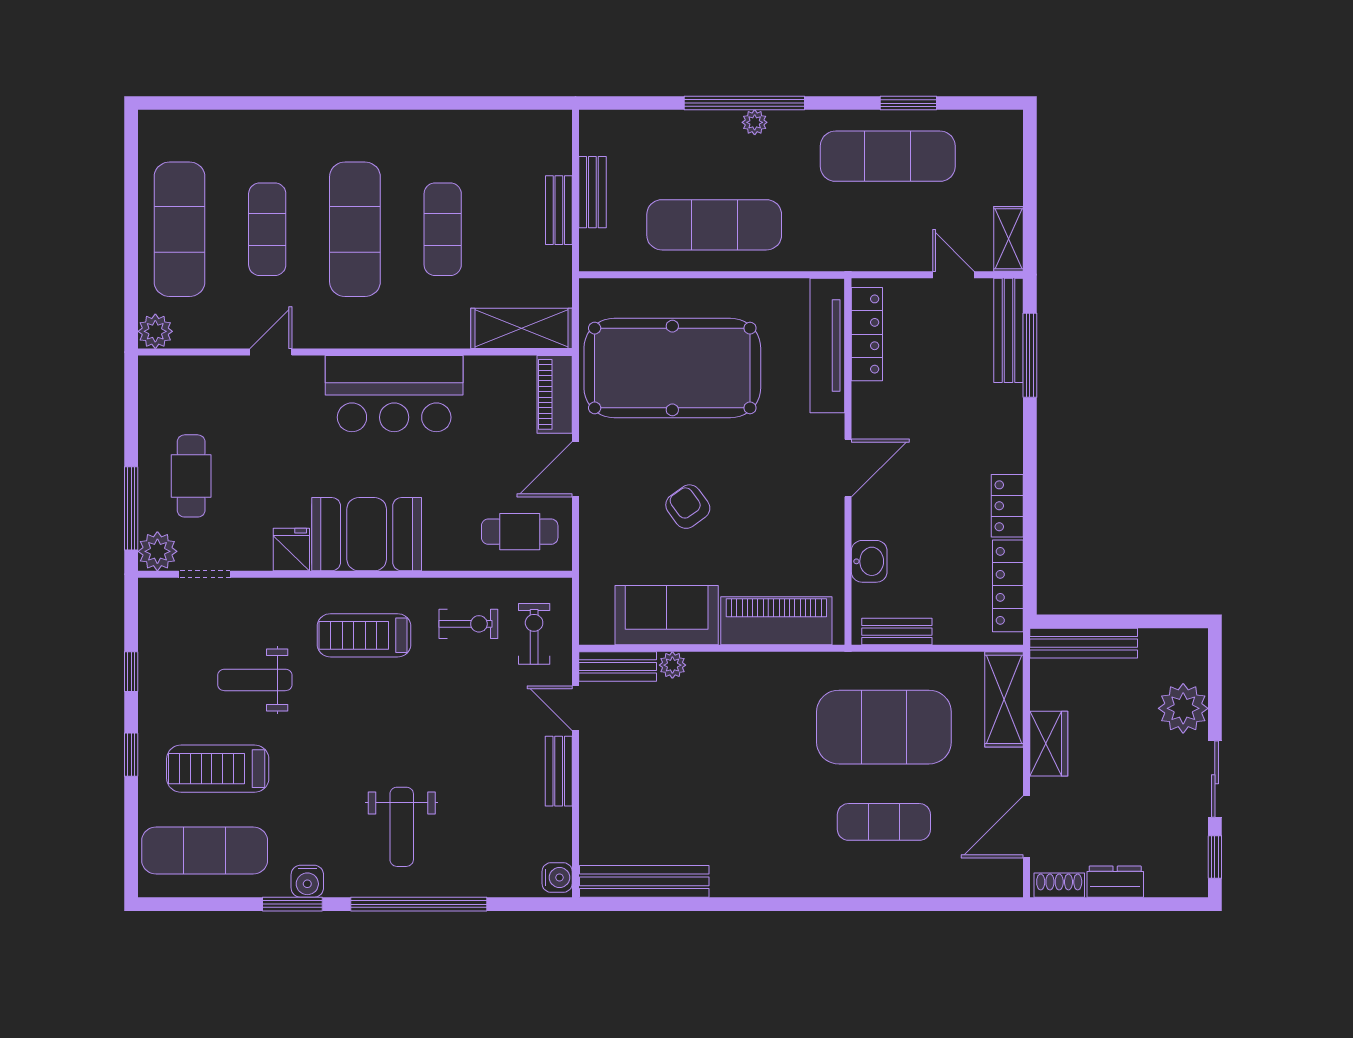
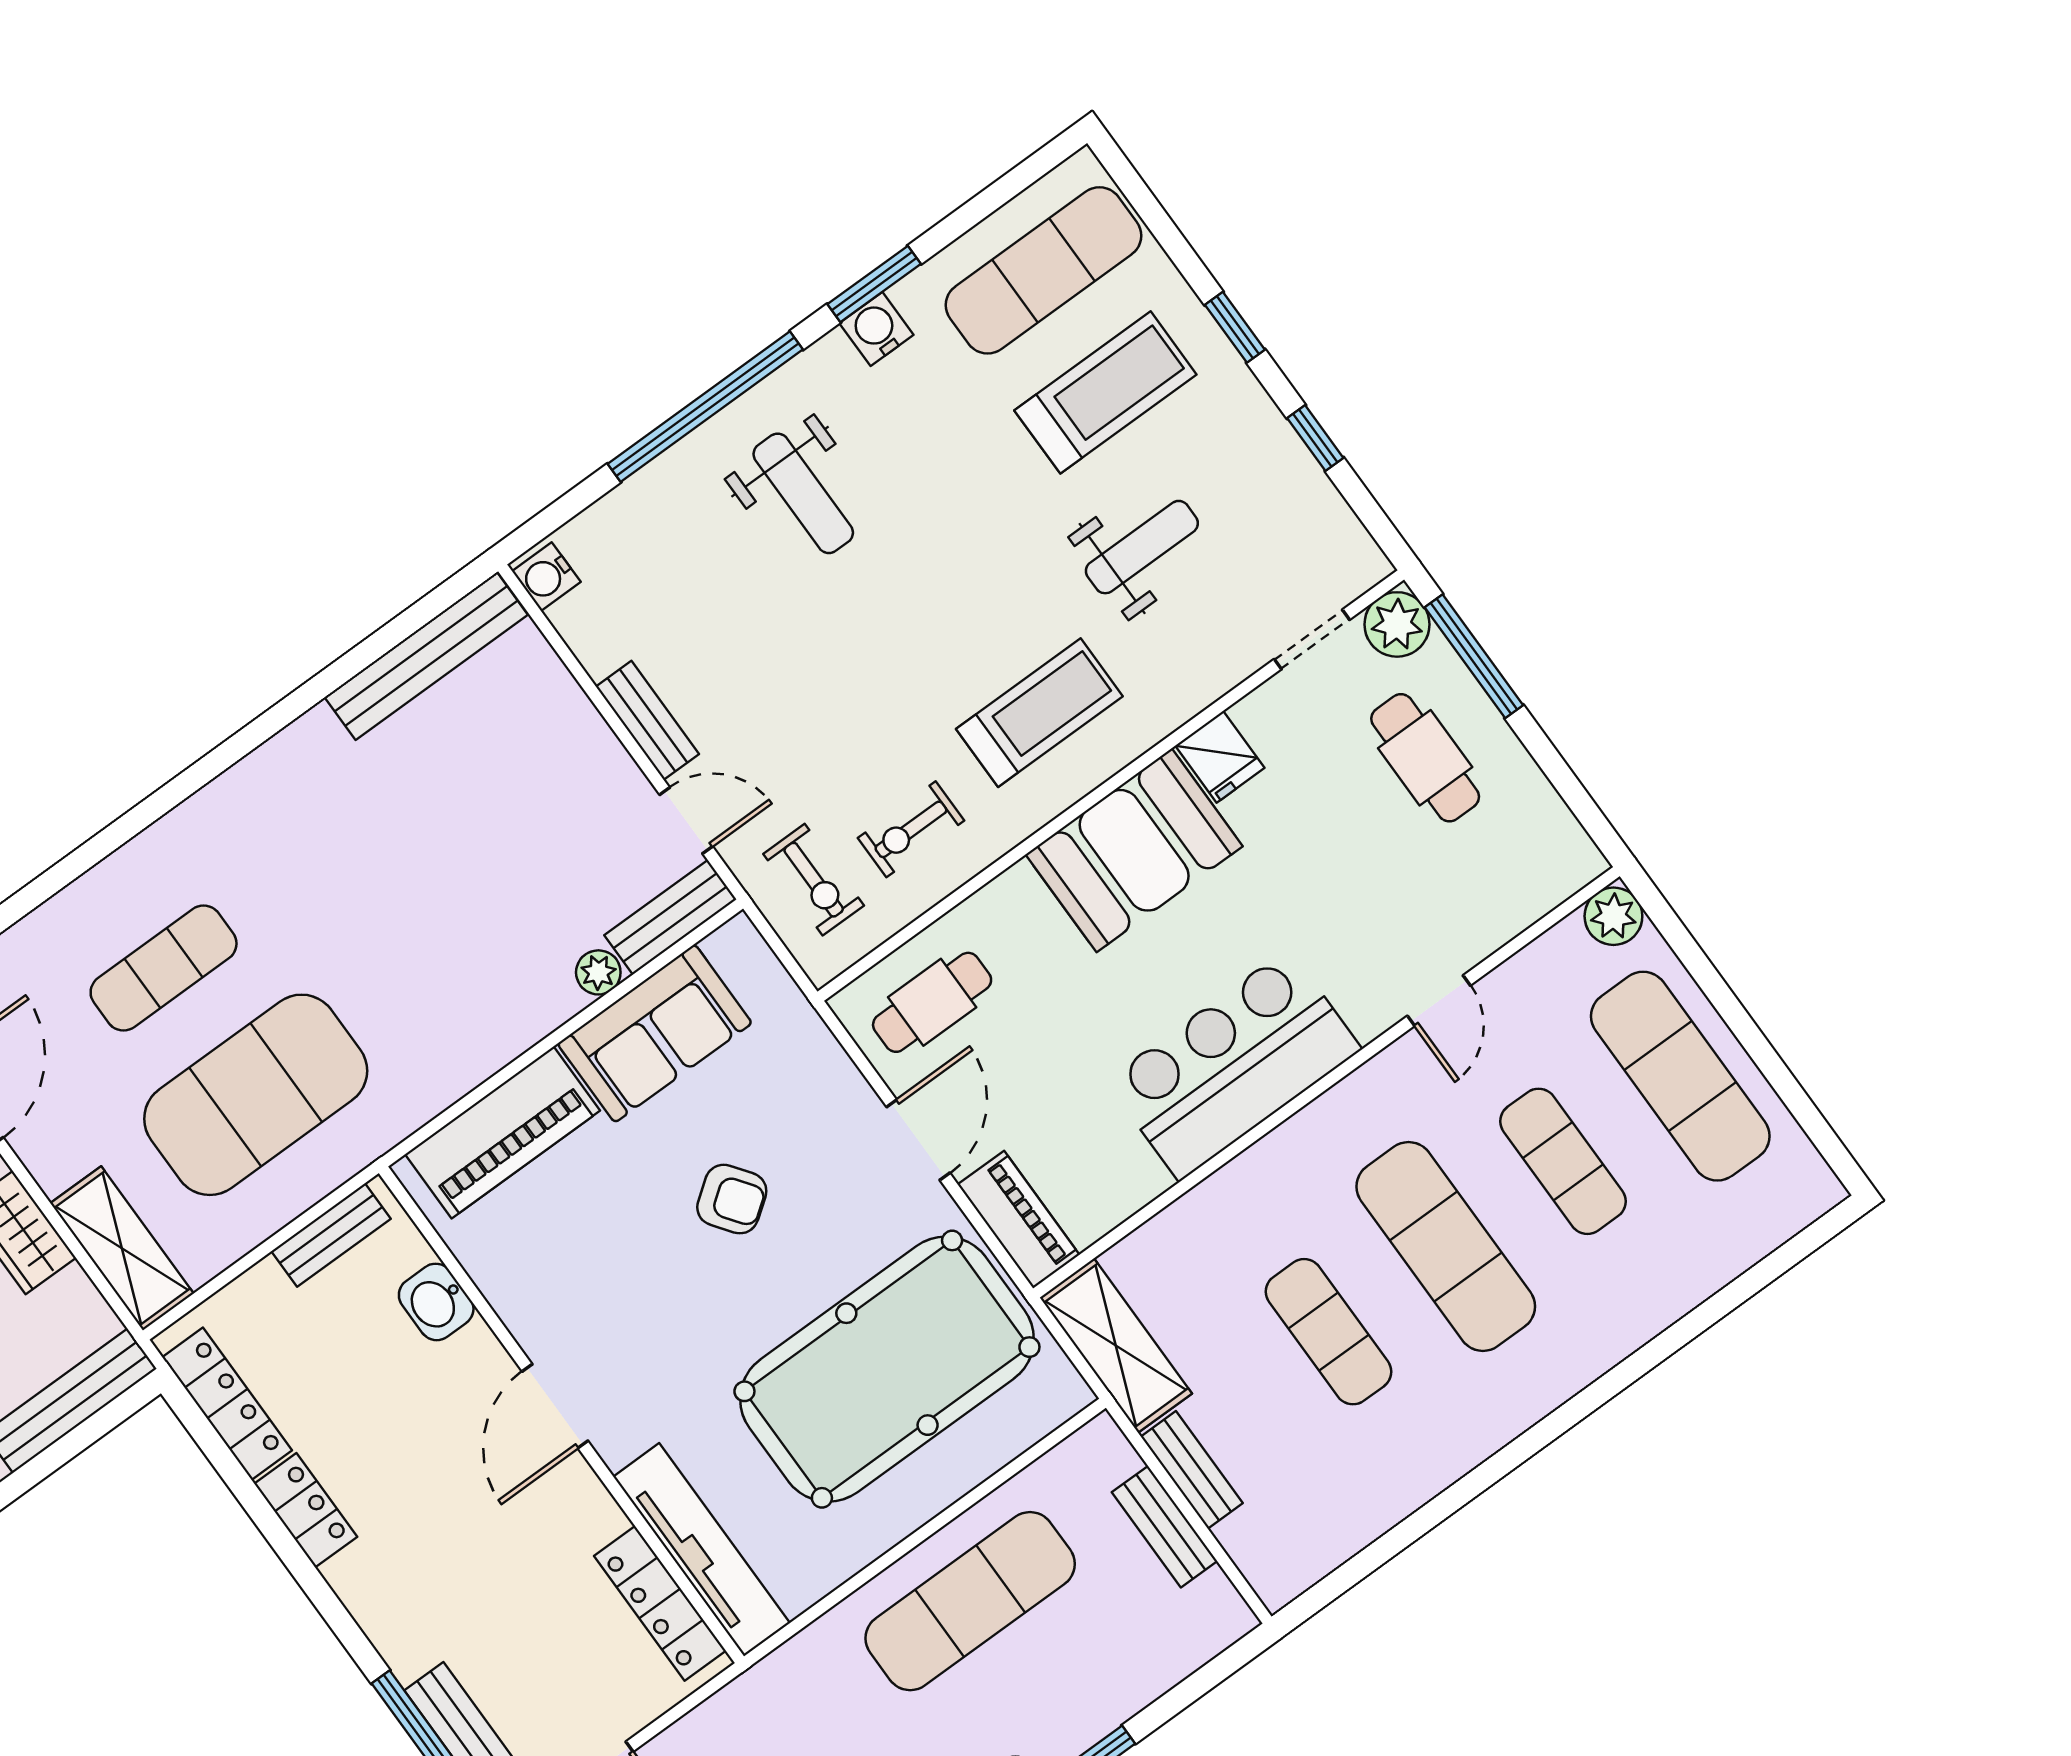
shelving: (521, 328) -> (1116, 1346), moved, turned 90
weight bench: (402, 827) -> (803, 493), turned 180

